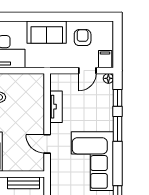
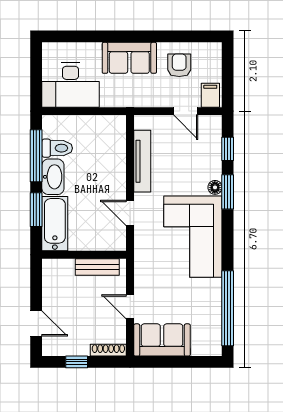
door: (87, 71) -> (186, 111), hinge flipped
floor lamp: (108, 78) -> (215, 187), moved
tv unit: (56, 107) -> (142, 161), width x1.41

